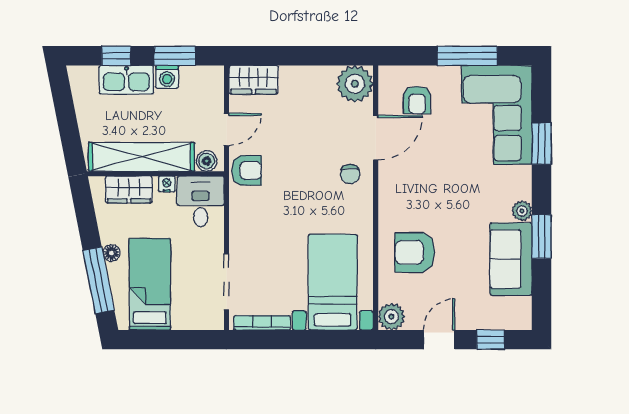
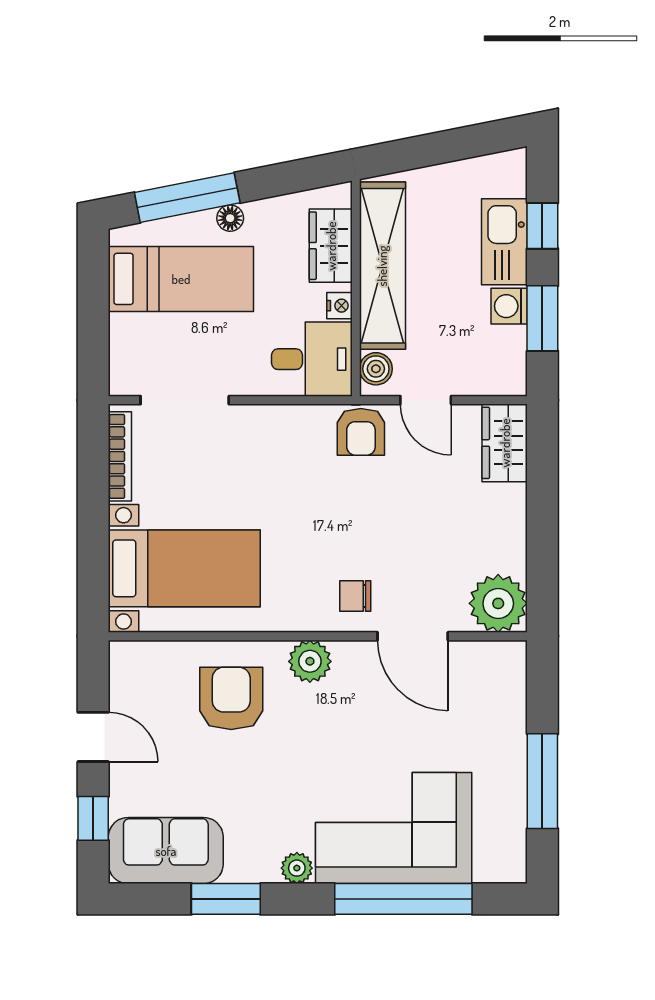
armchair: (417, 100) -> (472, 702), removed
corner sofa: (497, 115) -> (394, 828), moved
window: (542, 144) -> (403, 899), width x2.11
window: (542, 237) -> (226, 899), moved
sofa: (511, 259) -> (166, 851), moved
plant: (391, 317) -> (310, 661), moved

